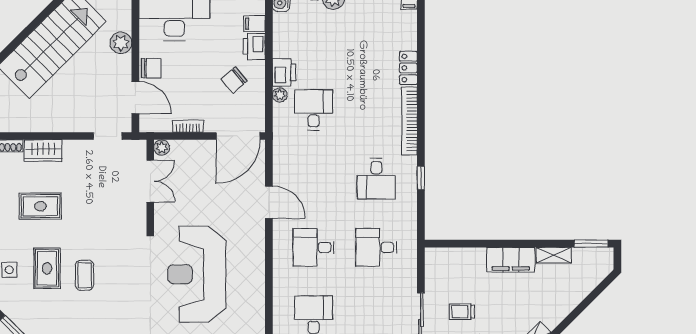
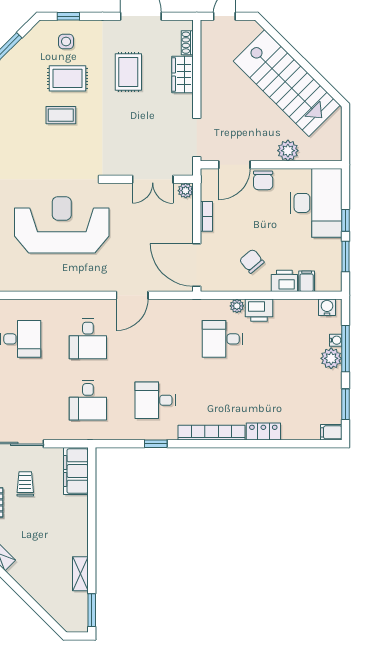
desk: (314, 110) -> (222, 339), turned 180
doorway: (107, 136) -> (197, 137), width x1.38
desk: (314, 247) -> (88, 339), turned 180
desk: (376, 247) -> (88, 400), turned 180
filing cabinet: (511, 260) -> (76, 471), moved

